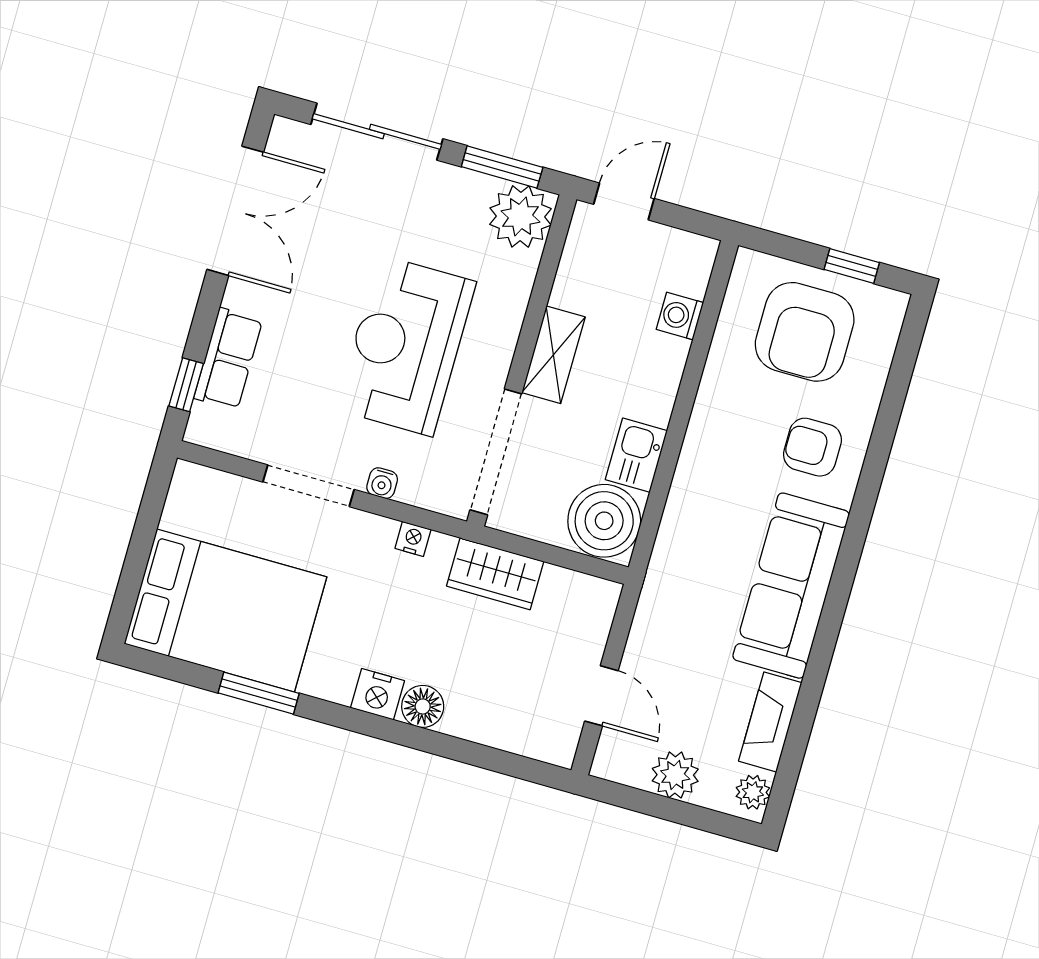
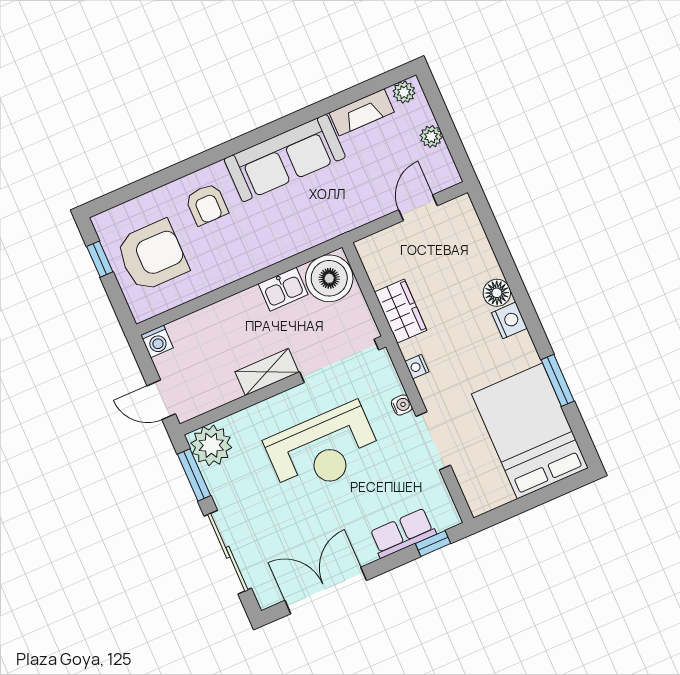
washing machine: (680, 316) -> (157, 341), moved
plant: (675, 775) -> (431, 136), width x0.73, depth x0.73

